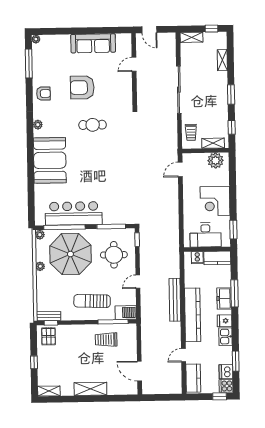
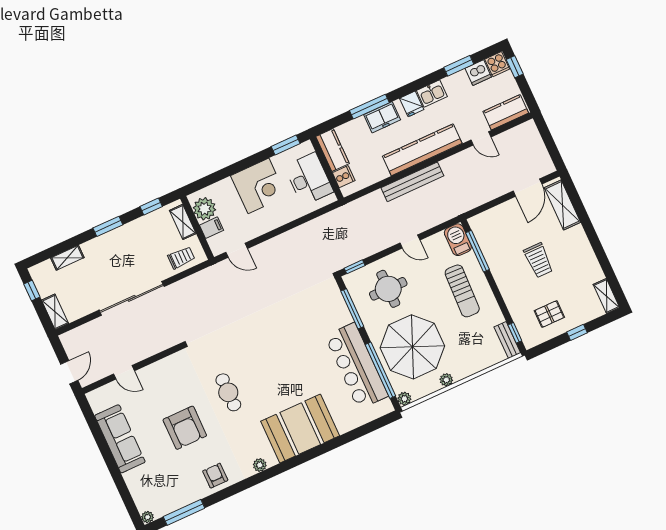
filing cabinet: (202, 160) -> (212, 228), added
pallet: (49, 336) -> (549, 314), moved
trolley: (106, 340) -> (538, 260), moved
shelving: (90, 389) -> (562, 205), moved

